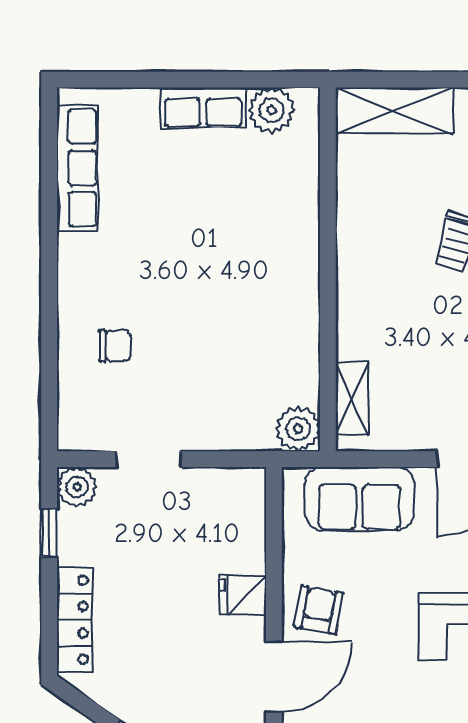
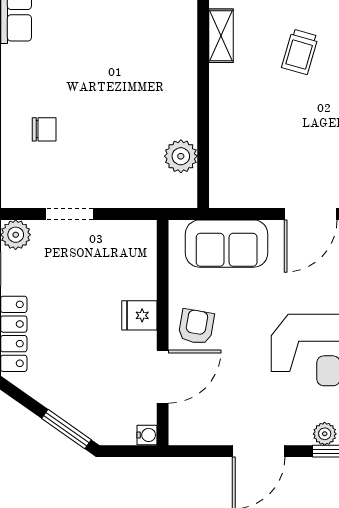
shelving: (352, 398) -> (221, 36), moved
plant: (298, 429) -> (181, 156), moved

